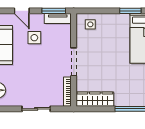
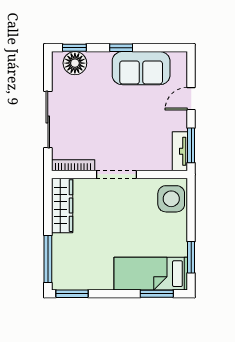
side table: (90, 24) -> (171, 199), width x1.87, depth x1.87
side table: (34, 38) -> (152, 117), removed
sliding door: (36, 109) -> (48, 120), width x1.37

